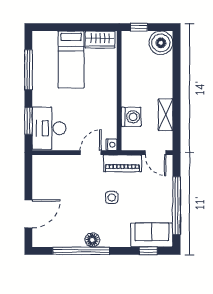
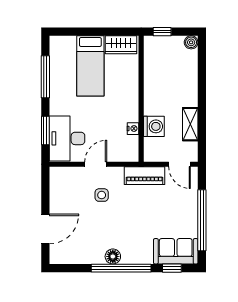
boiler: (161, 43) -> (191, 42), width x0.54, depth x0.54
nightstand: (111, 145) -> (133, 129), moved
door: (91, 153) -> (96, 164), moved
side table: (112, 197) -> (102, 195), moved
window: (81, 251) -> (121, 268), moved

